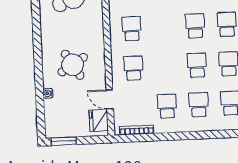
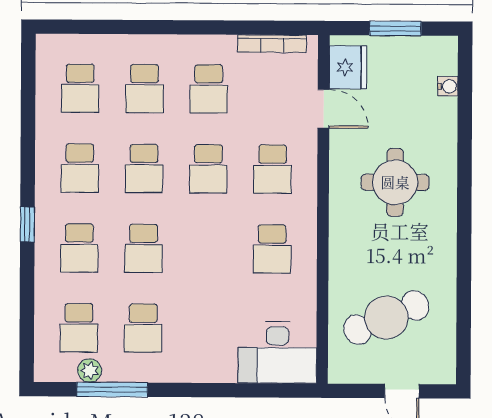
round table: (73, 65) -> (395, 182), turned 32
school desk: (165, 67) -> (208, 169), added
water cooler: (48, 93) -> (448, 86), moved
window: (64, 141) -> (395, 28), moved

